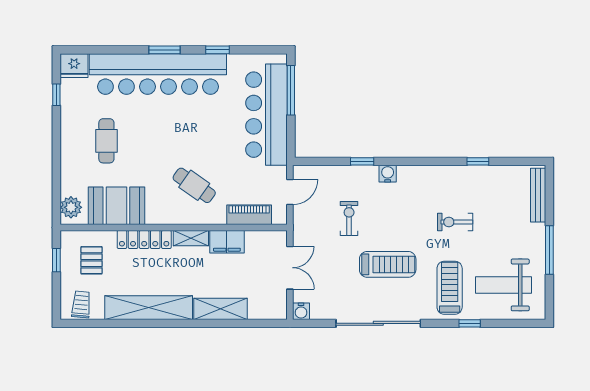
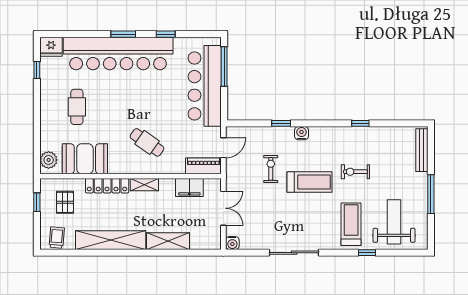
window: (478, 161) -> (360, 123), moved
piano: (249, 215) -> (203, 166), moved
filing cabinet: (227, 242) -> (189, 187), moved
treadmill: (388, 264) -> (309, 182), moved
weight bench: (503, 285) -> (394, 222), turned 90
sliding door: (378, 323) -> (294, 253), width x0.73

